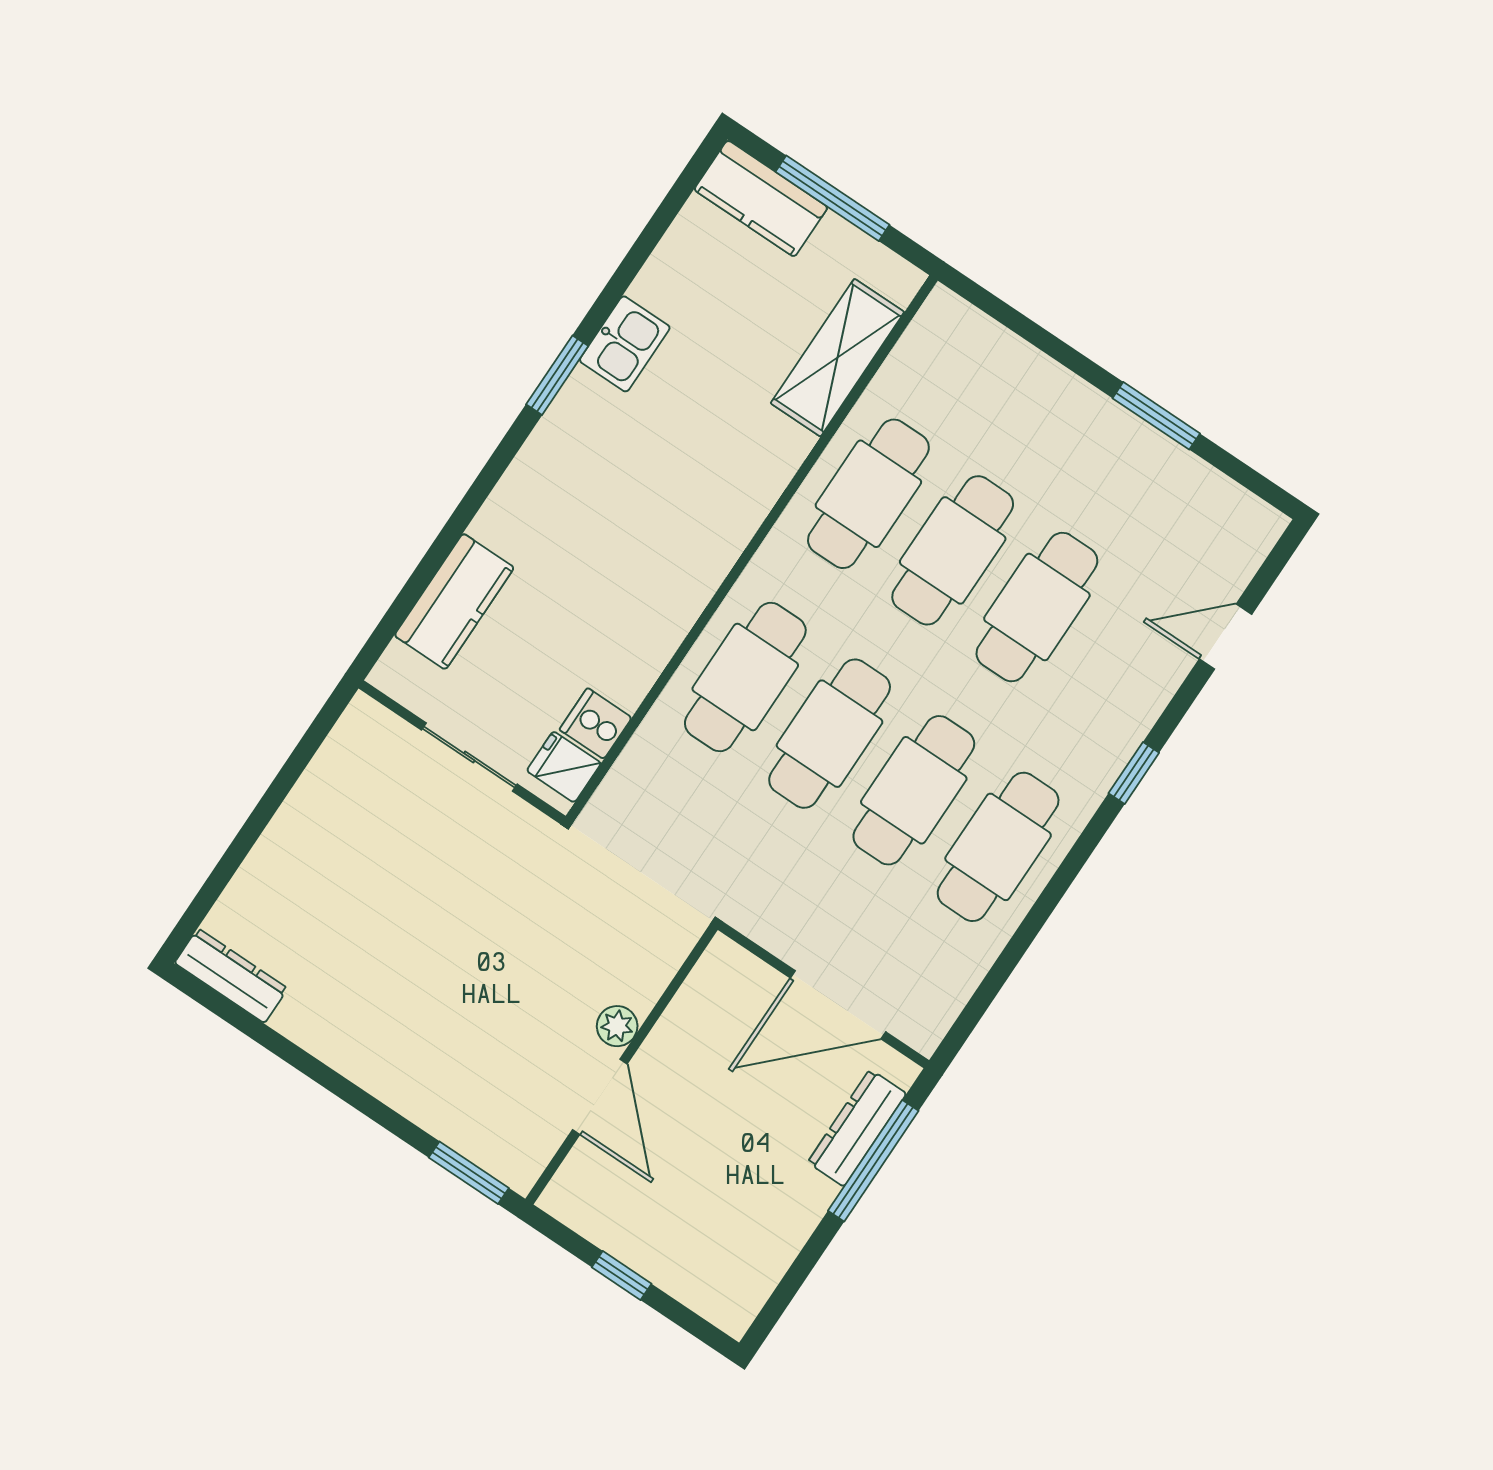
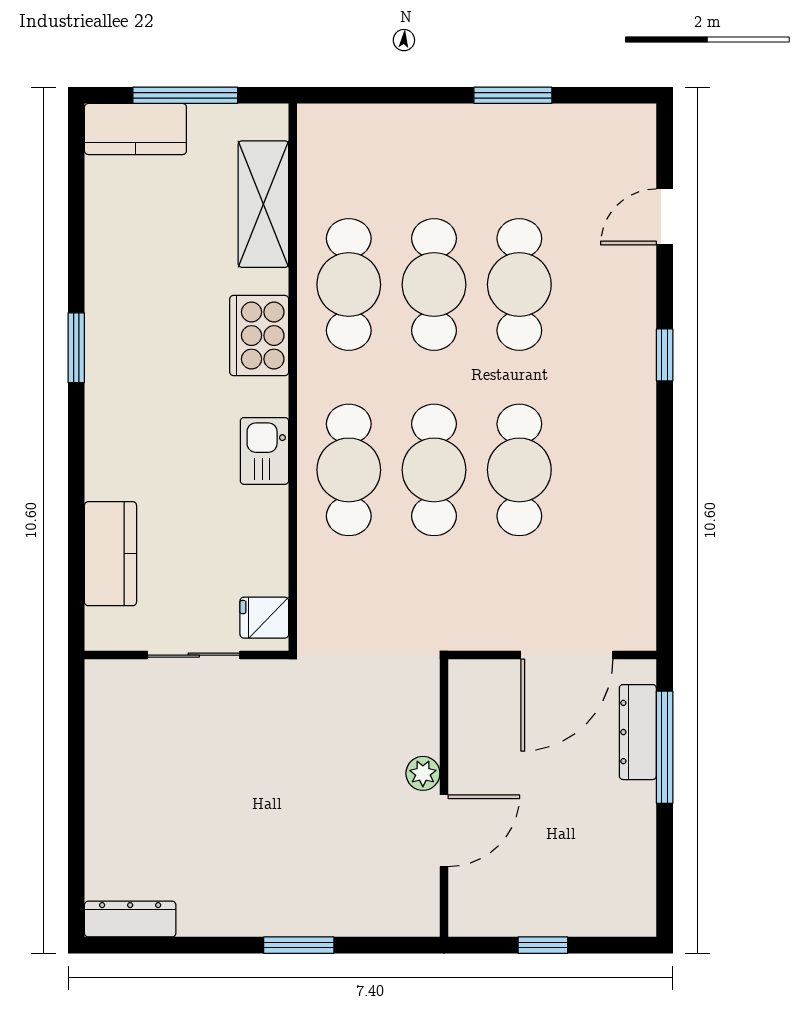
kitchen sink: (625, 344) -> (264, 451), moved, turned 180
cooker: (596, 724) -> (259, 336), moved, width x1.87, depth x1.31
cafe table: (998, 847) -> (605, 470), removed
door: (600, 1097) -> (444, 831), hinge flipped
window: (469, 1173) -> (299, 945), moved

